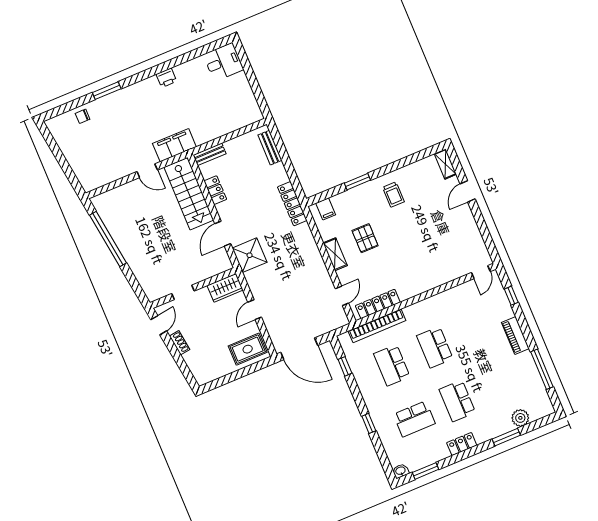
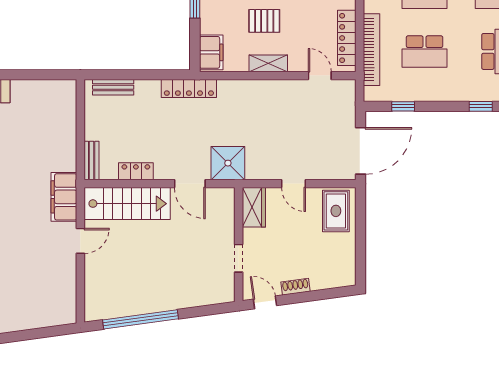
filing cabinet: (326, 209) -> (211, 52), width x2.00

